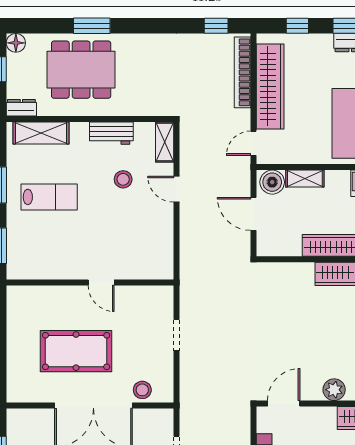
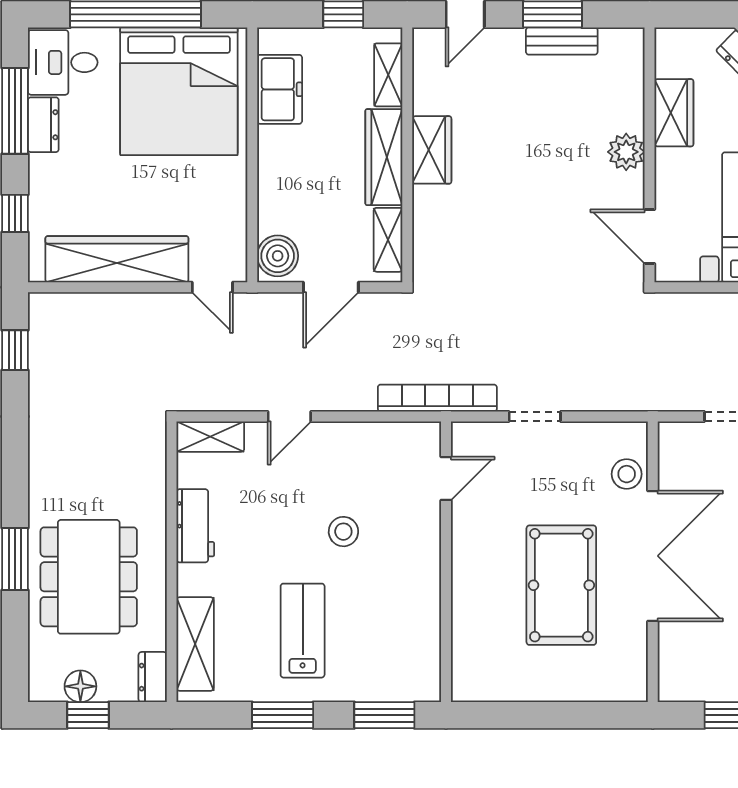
floor lamp: (16, 43) -> (80, 686), moved
bookcase: (243, 72) -> (437, 398), moved, turned 180
stool: (123, 179) -> (343, 532), moved
shelving: (305, 179) -> (388, 240), moved
door: (101, 282) -> (446, 478), moved

